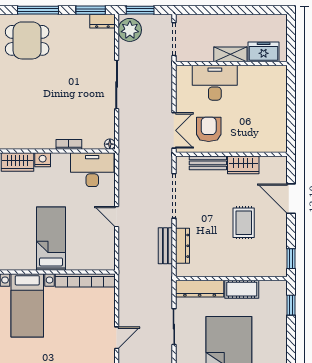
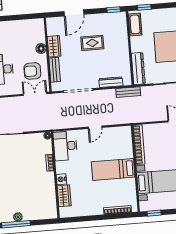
floor lamp: (241, 145) -> (41, 49), added
bench: (165, 246) -> (128, 92), moved
cot: (242, 289) -> (135, 24), moved

